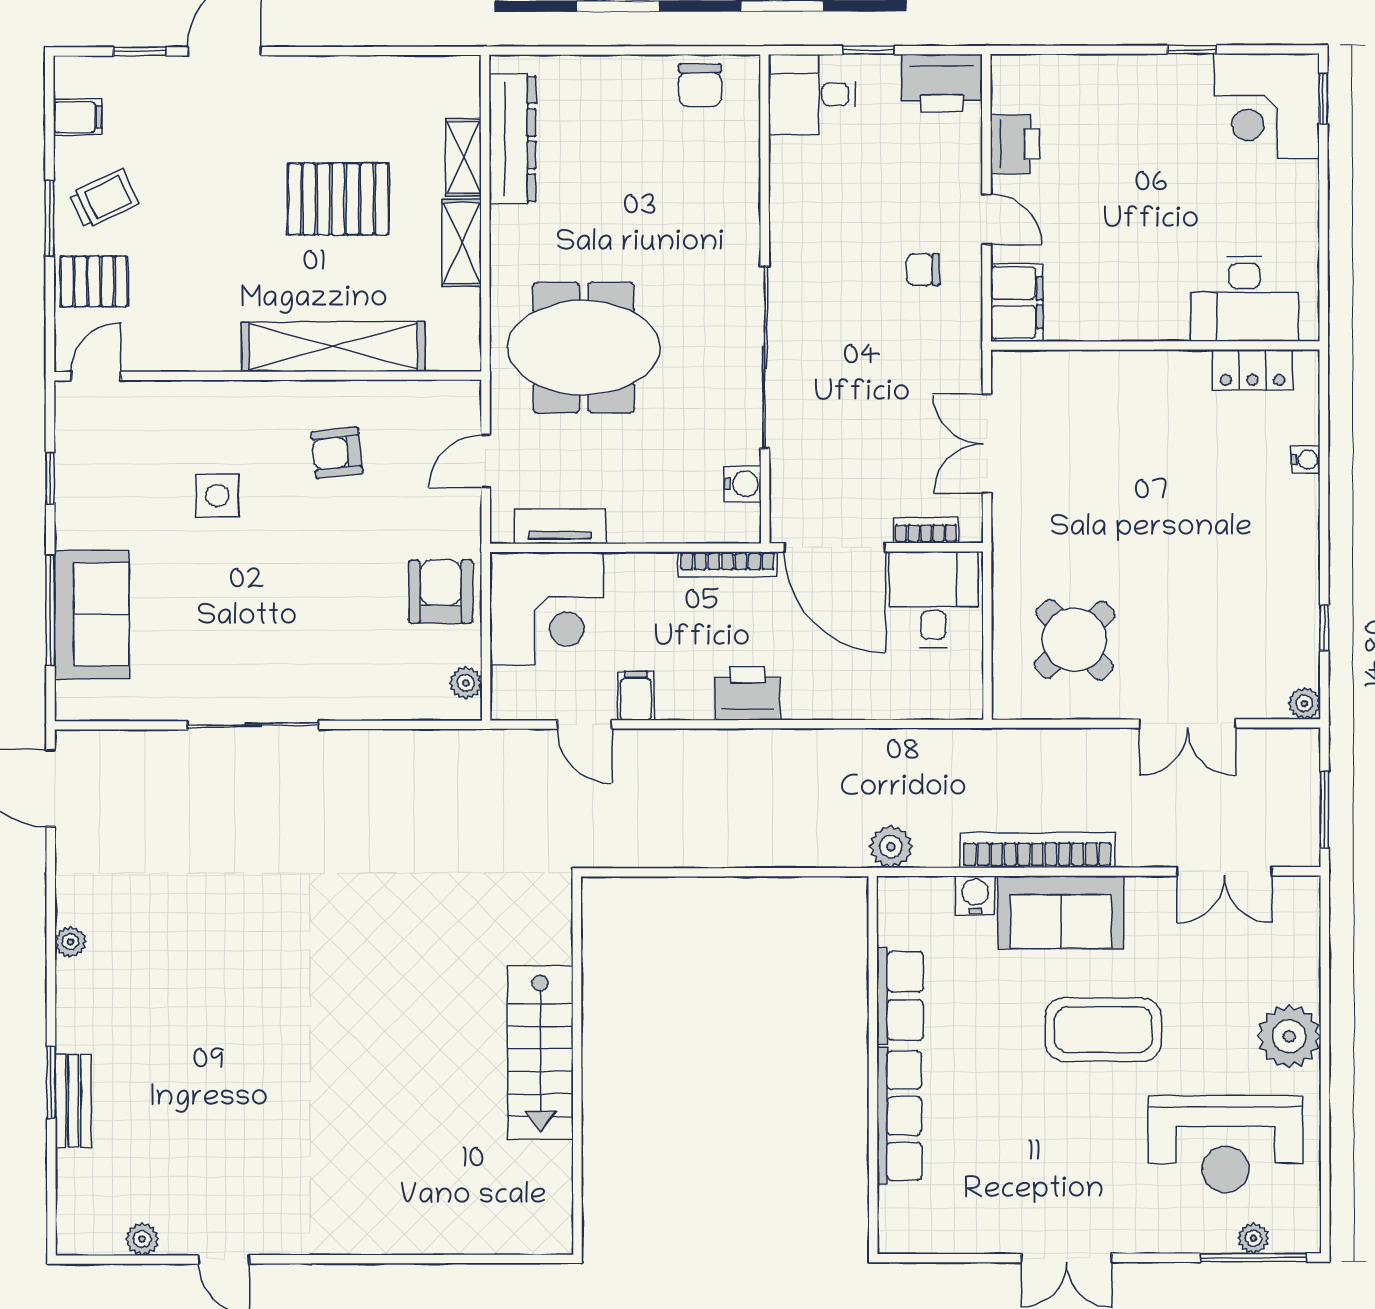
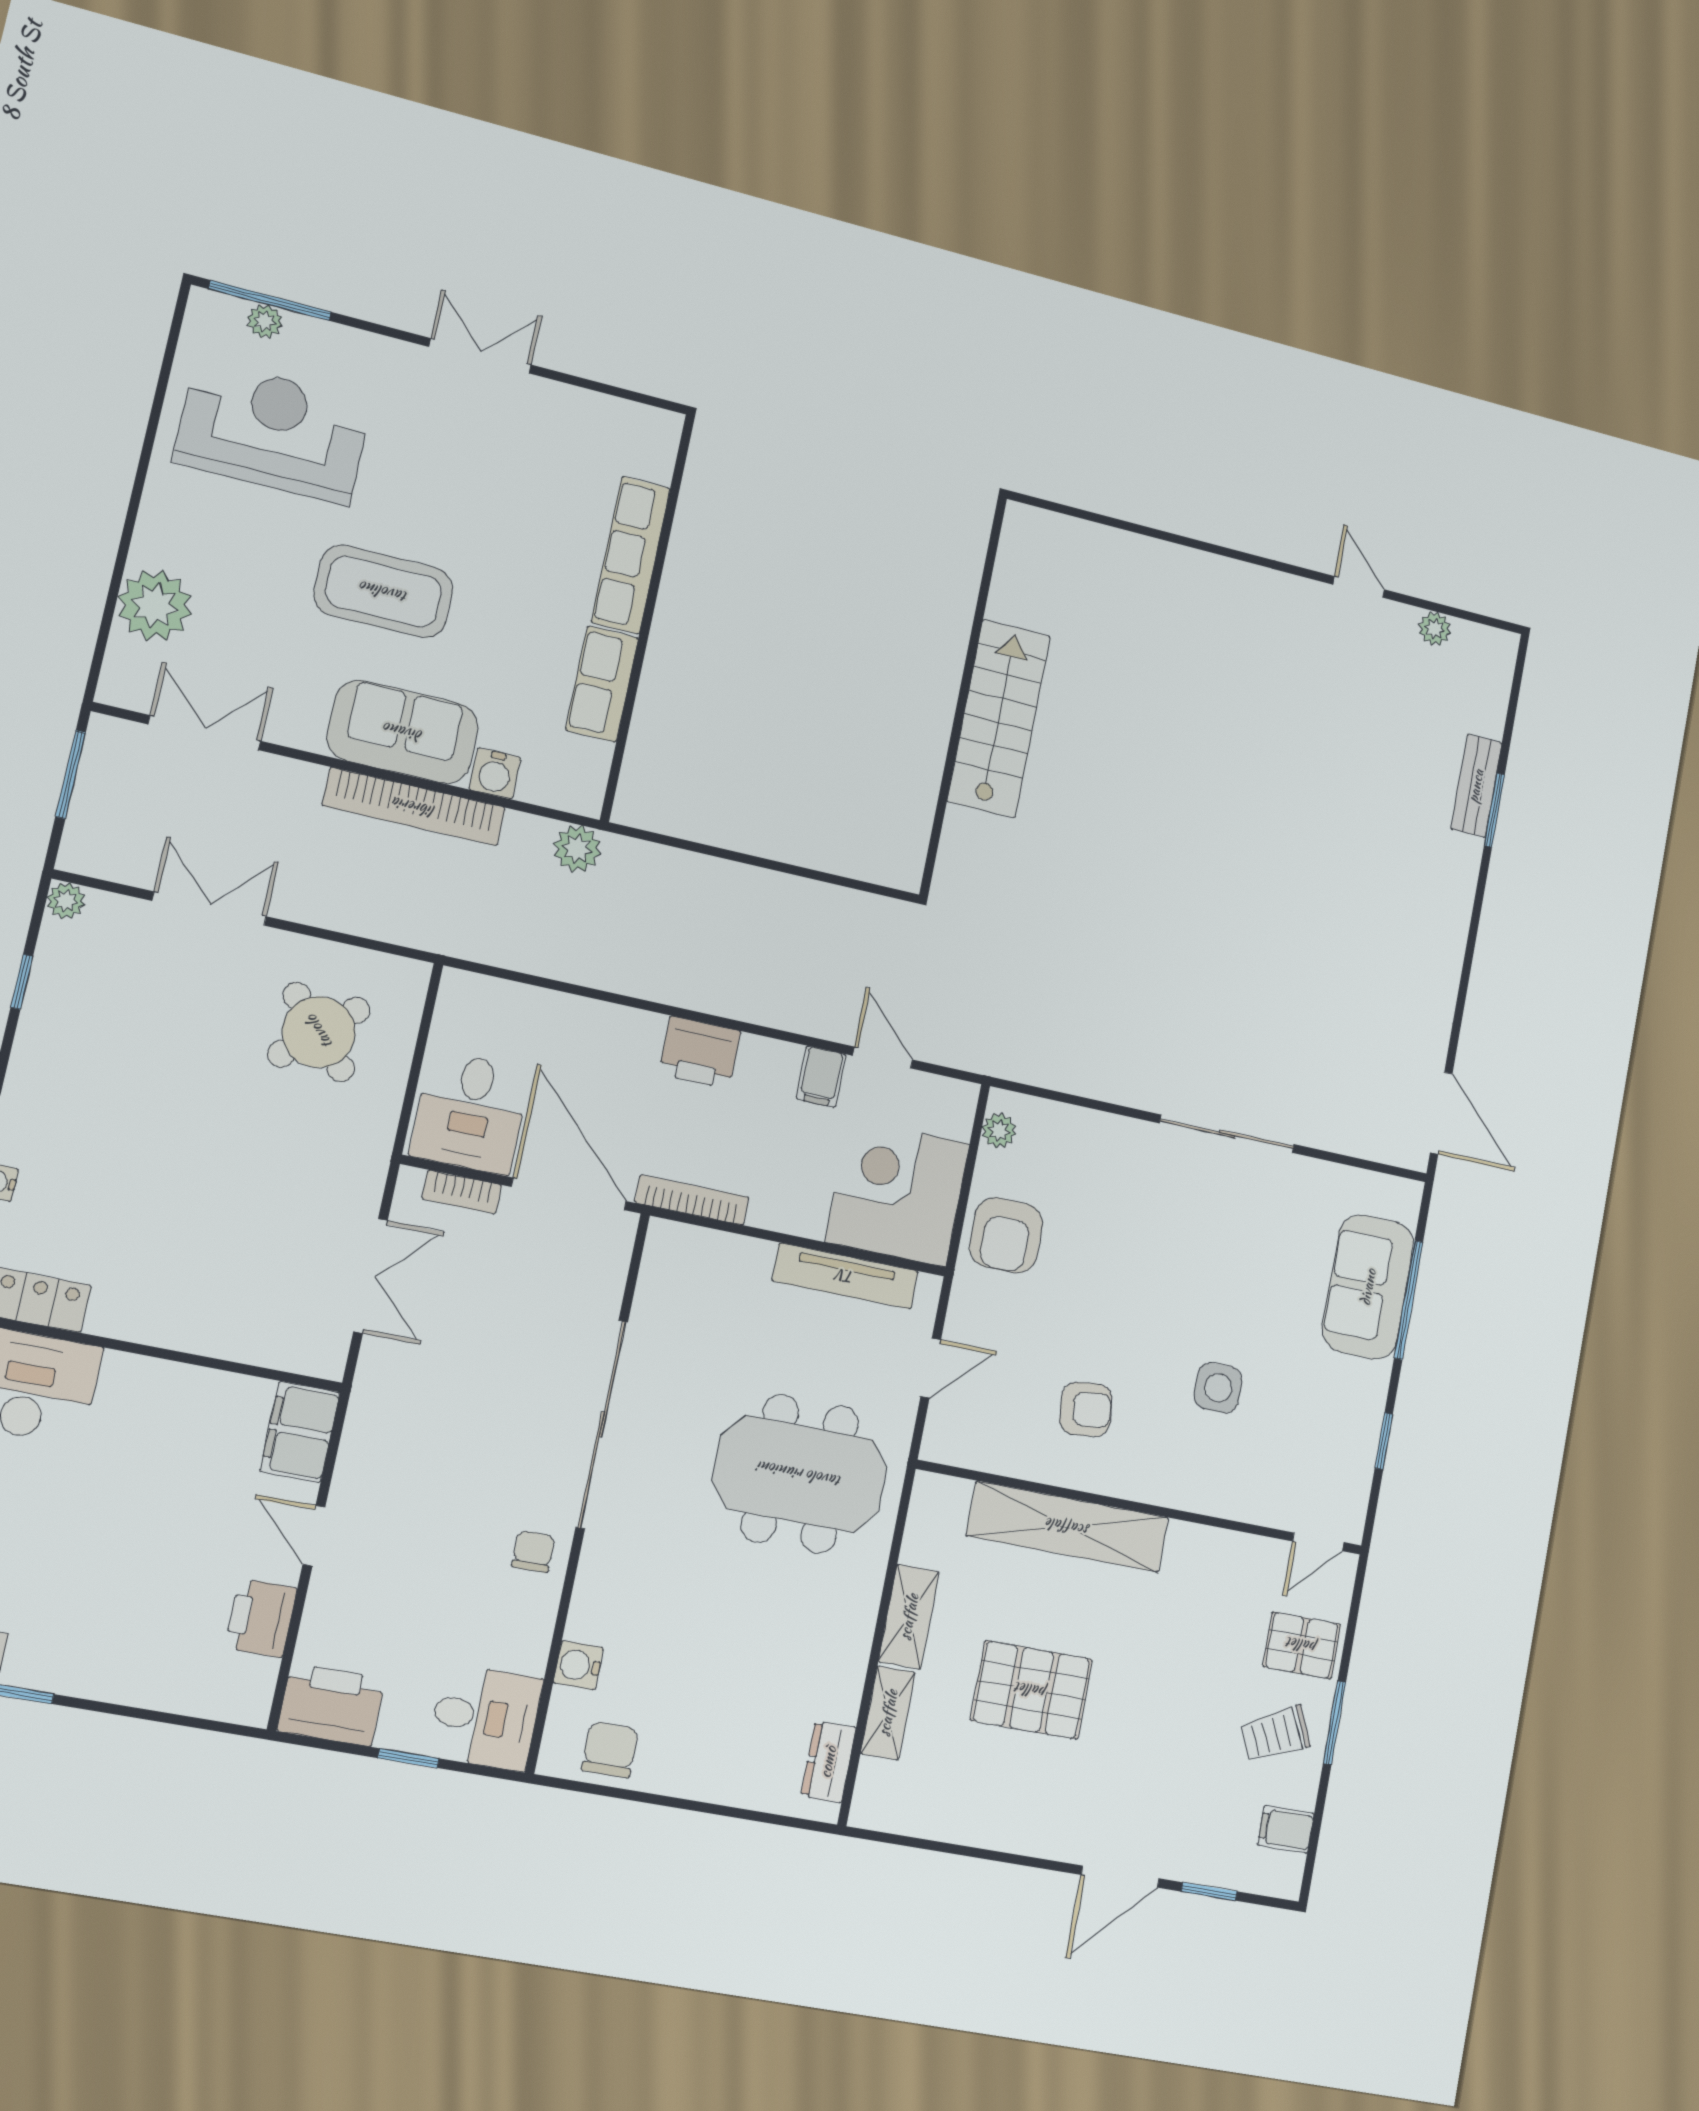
dresser: (512, 139) -> (828, 1762), width x0.51, depth x0.80
chair: (923, 269) -> (533, 1552), moved, turned -90
water cooler: (743, 484) -> (578, 1665), moved
tv unit: (560, 526) -> (845, 1276), width x1.41
plant: (70, 942) -> (1450, 949), removed
plant: (1289, 1036) -> (155, 605), moved

